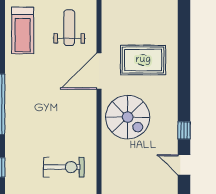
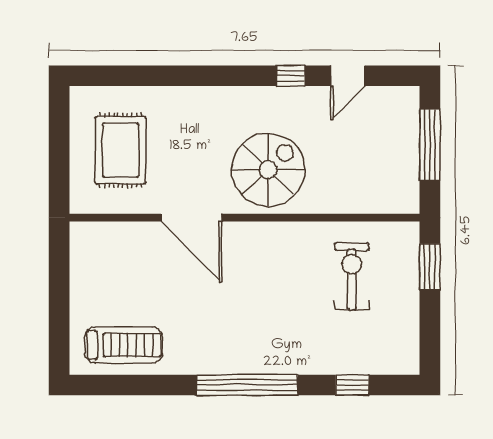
weight bench: (69, 28) -> (119, 267), removed
rug: (143, 60) -> (121, 150), moved

